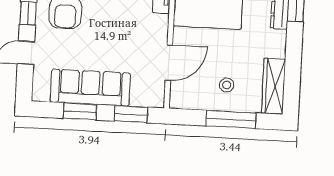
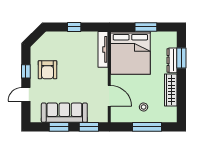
door: (169, 63) -> (109, 96), hinge flipped
wardrobe: (273, 86) -> (171, 90), moved

